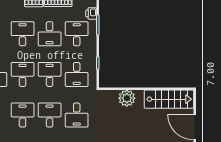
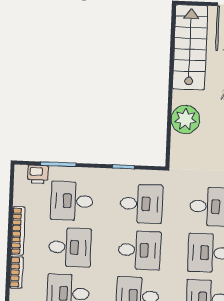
desk: (50, 74) -> (139, 250), turned 180

